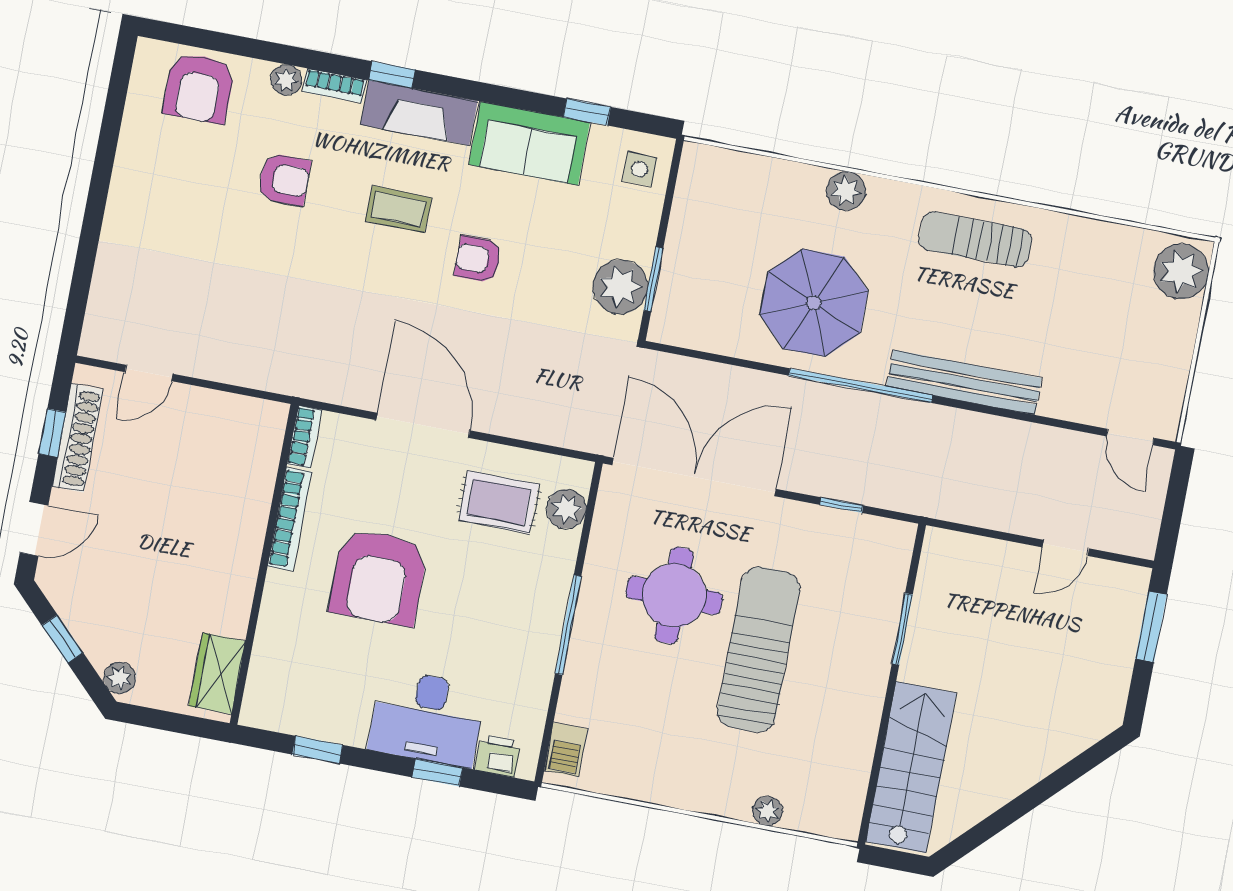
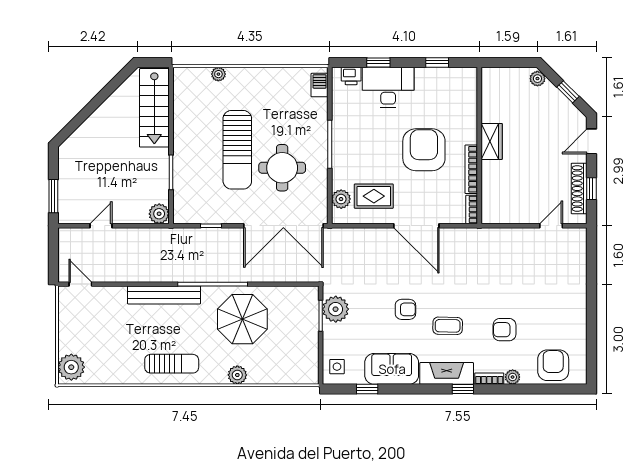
plant: (943, 550) -> (159, 214), added
wardrobe: (217, 673) -> (492, 141), moved

